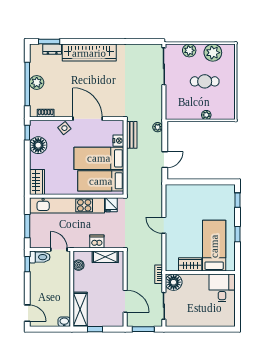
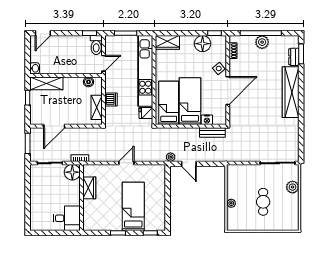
plant: (213, 53) -> (290, 210), removed
plant: (158, 127) -> (171, 157), moved
bed: (214, 246) -> (133, 206), moved, turned -90

